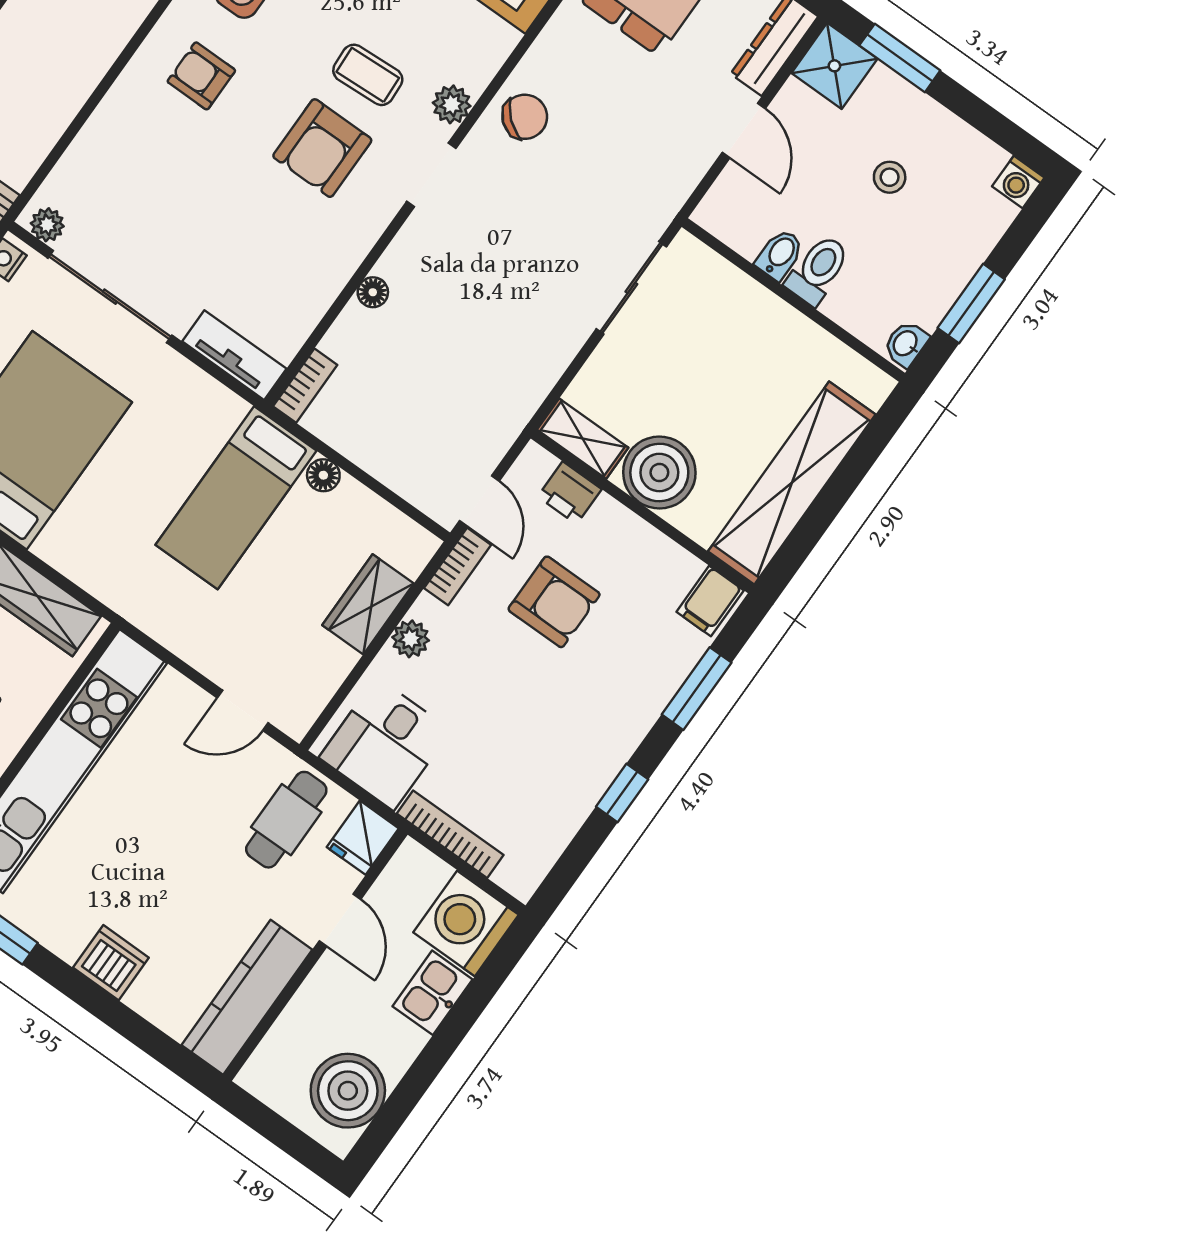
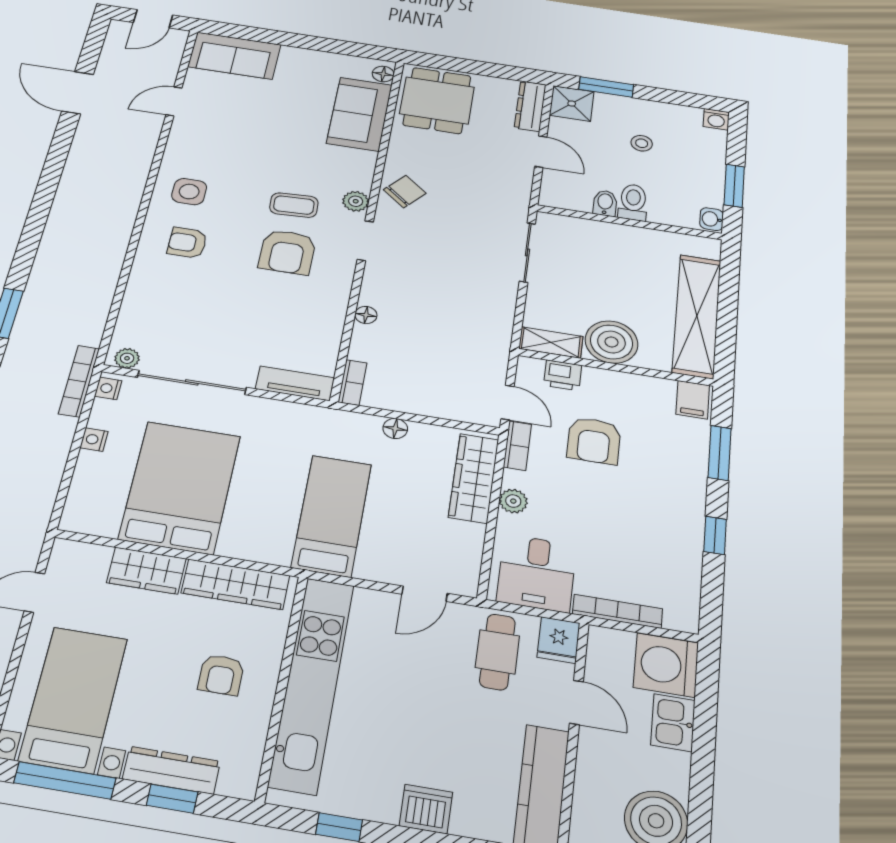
bed: (236, 498) -> (332, 515), moved, turned 180
armchair: (554, 602) -> (594, 441), turned 90
wardrobe: (368, 604) -> (474, 478), width x1.50

